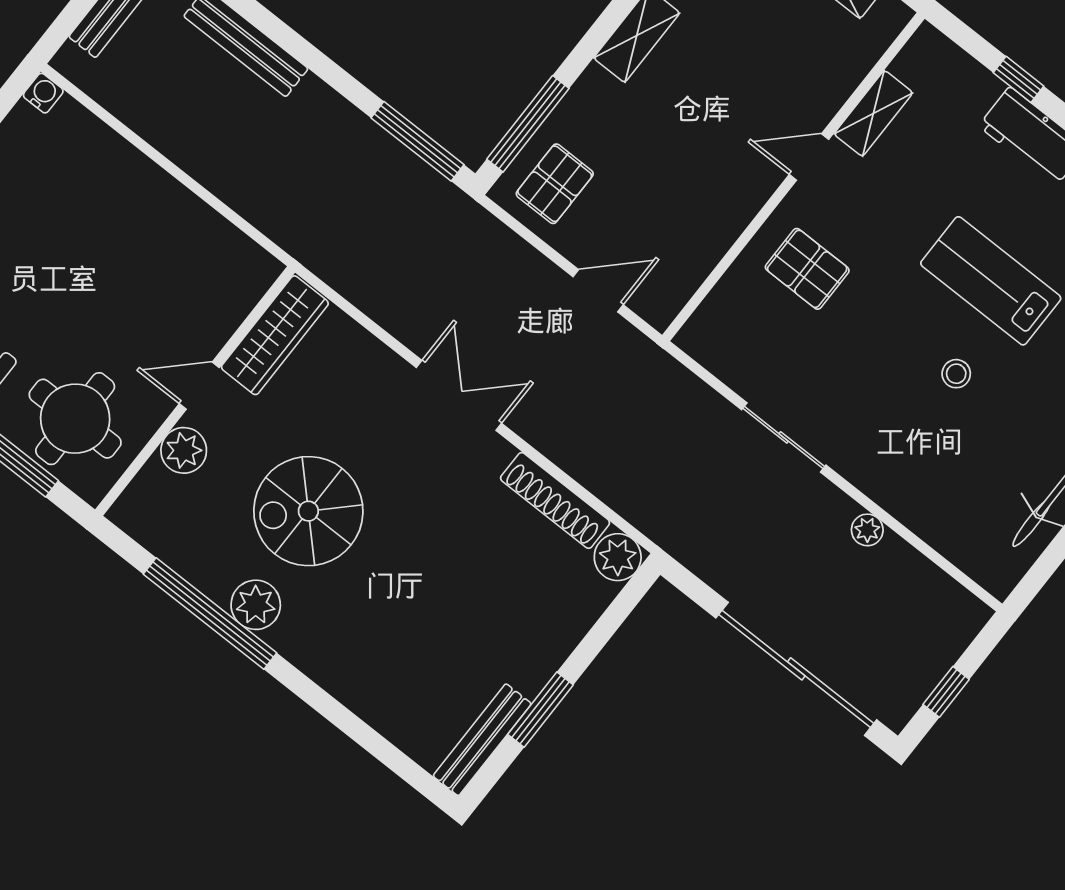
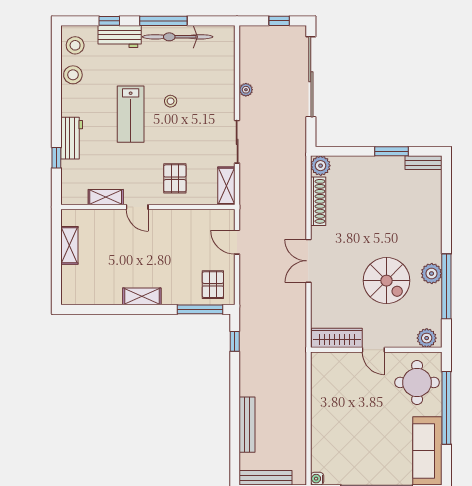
window: (417, 141) -> (235, 341), width x0.46
pallet: (555, 184) -> (213, 285), turned 90
shelving: (718, 353) -> (226, 186), added
plant: (184, 450) -> (427, 338), moved
bench: (482, 740) -> (424, 163), width x0.73

